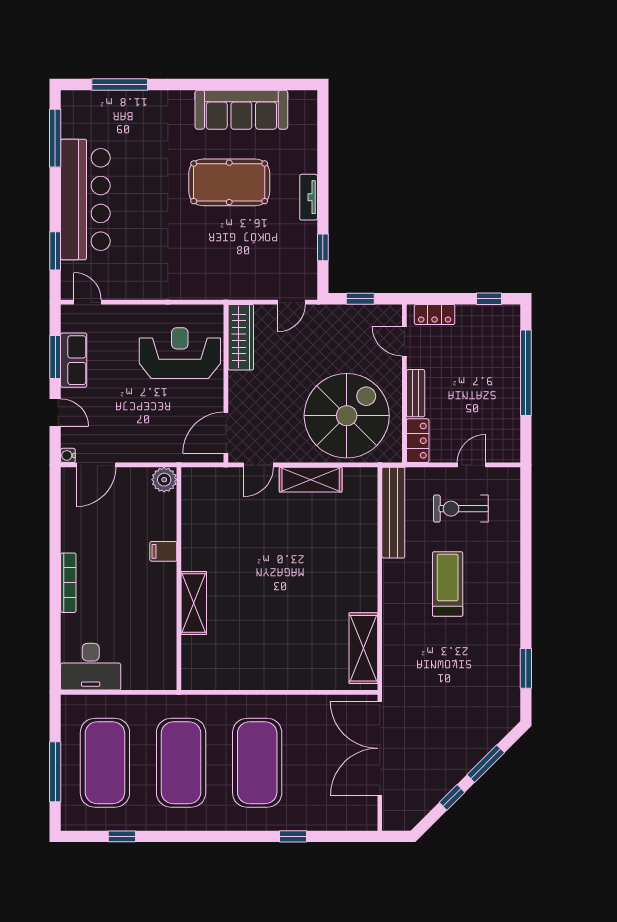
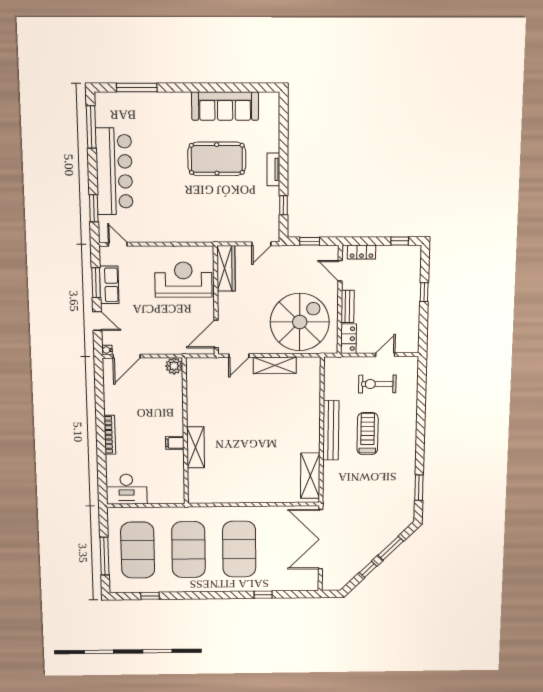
window: (526, 373) -> (424, 292), width x0.32
bench: (393, 513) -> (331, 430), moved
filing cabinet: (163, 551) -> (175, 443), moved

